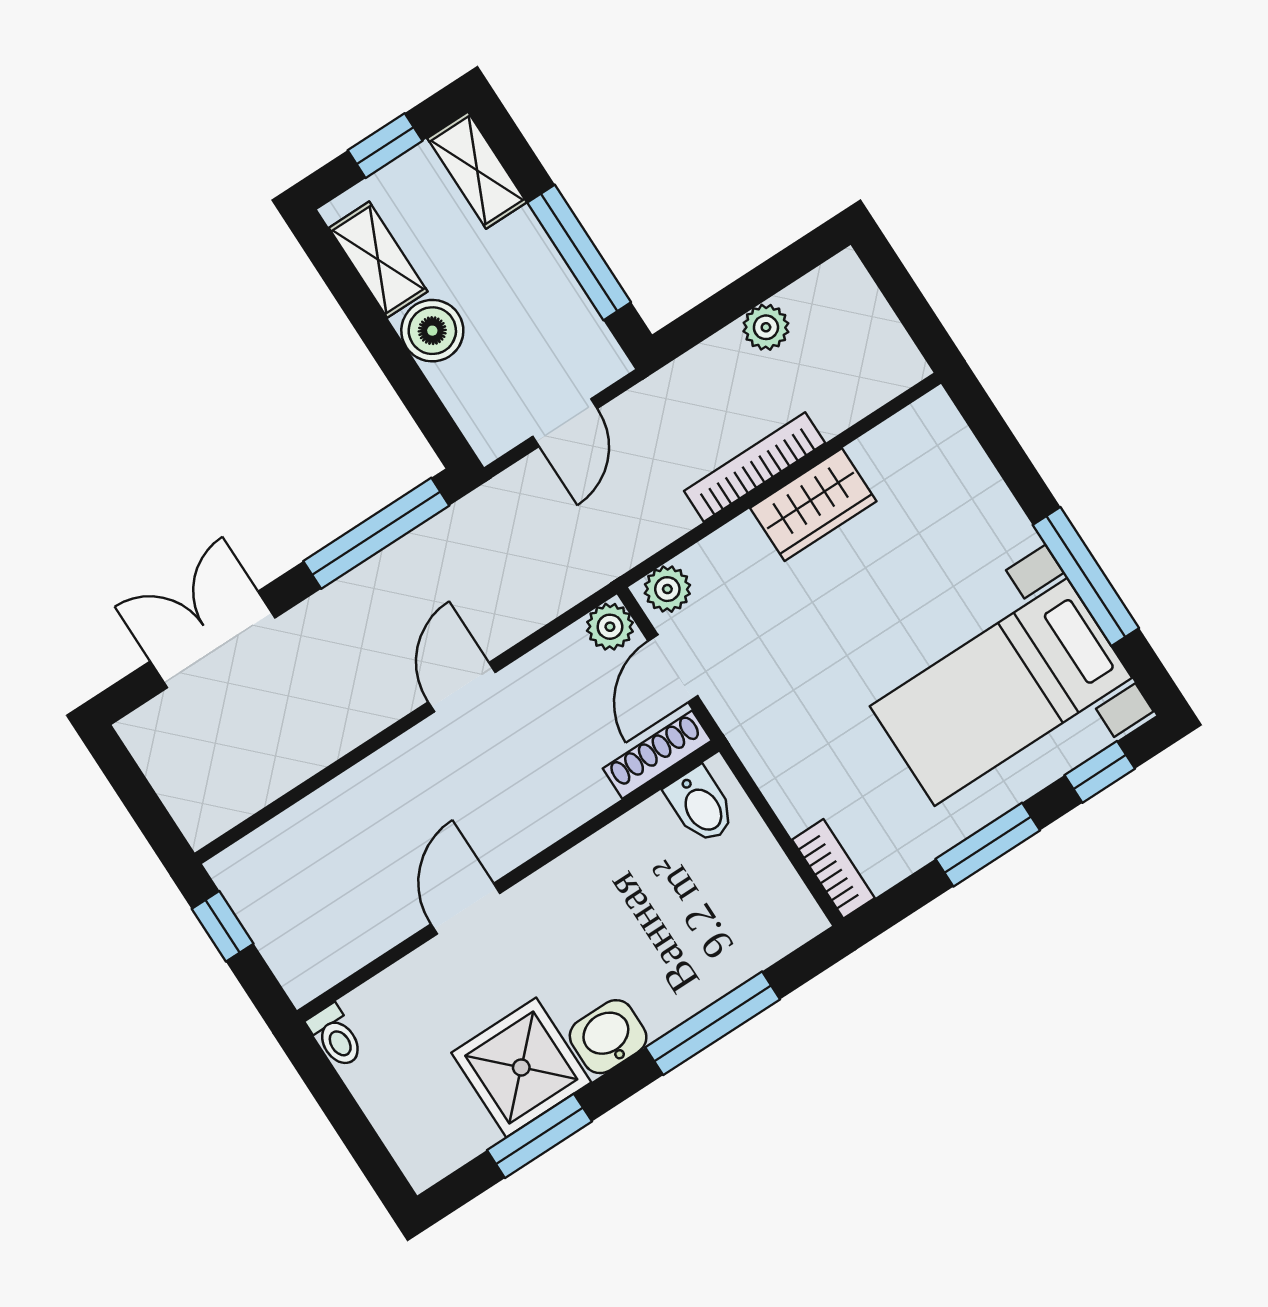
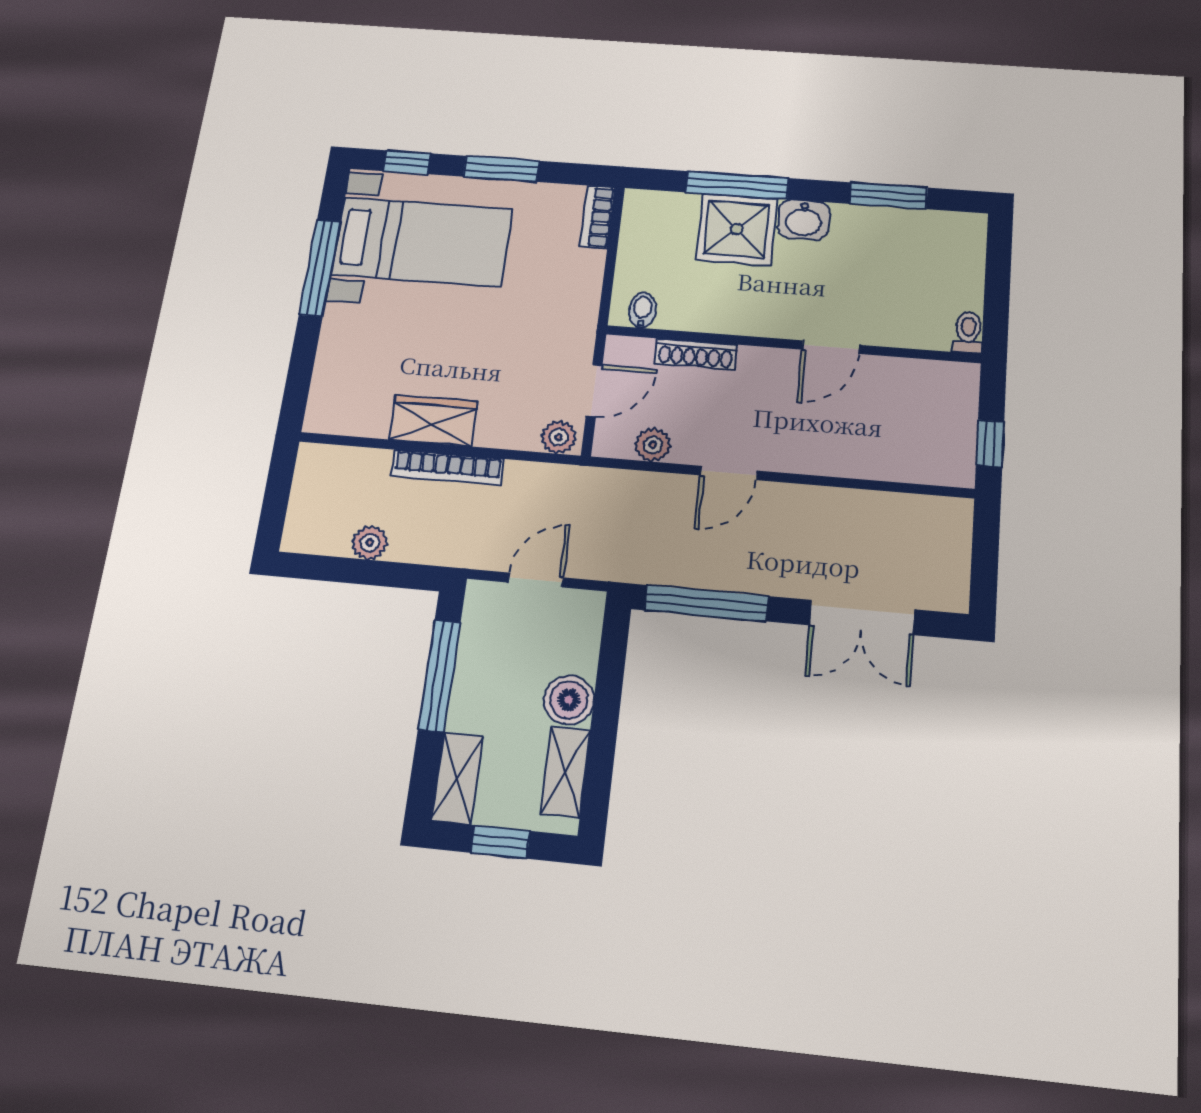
plant: (610, 627) -> (653, 445), moved
shoe rack: (657, 755) -> (696, 354), moved
bidet: (701, 806) -> (643, 310), width x0.72, depth x0.74
shower: (521, 1067) -> (736, 229), moved

